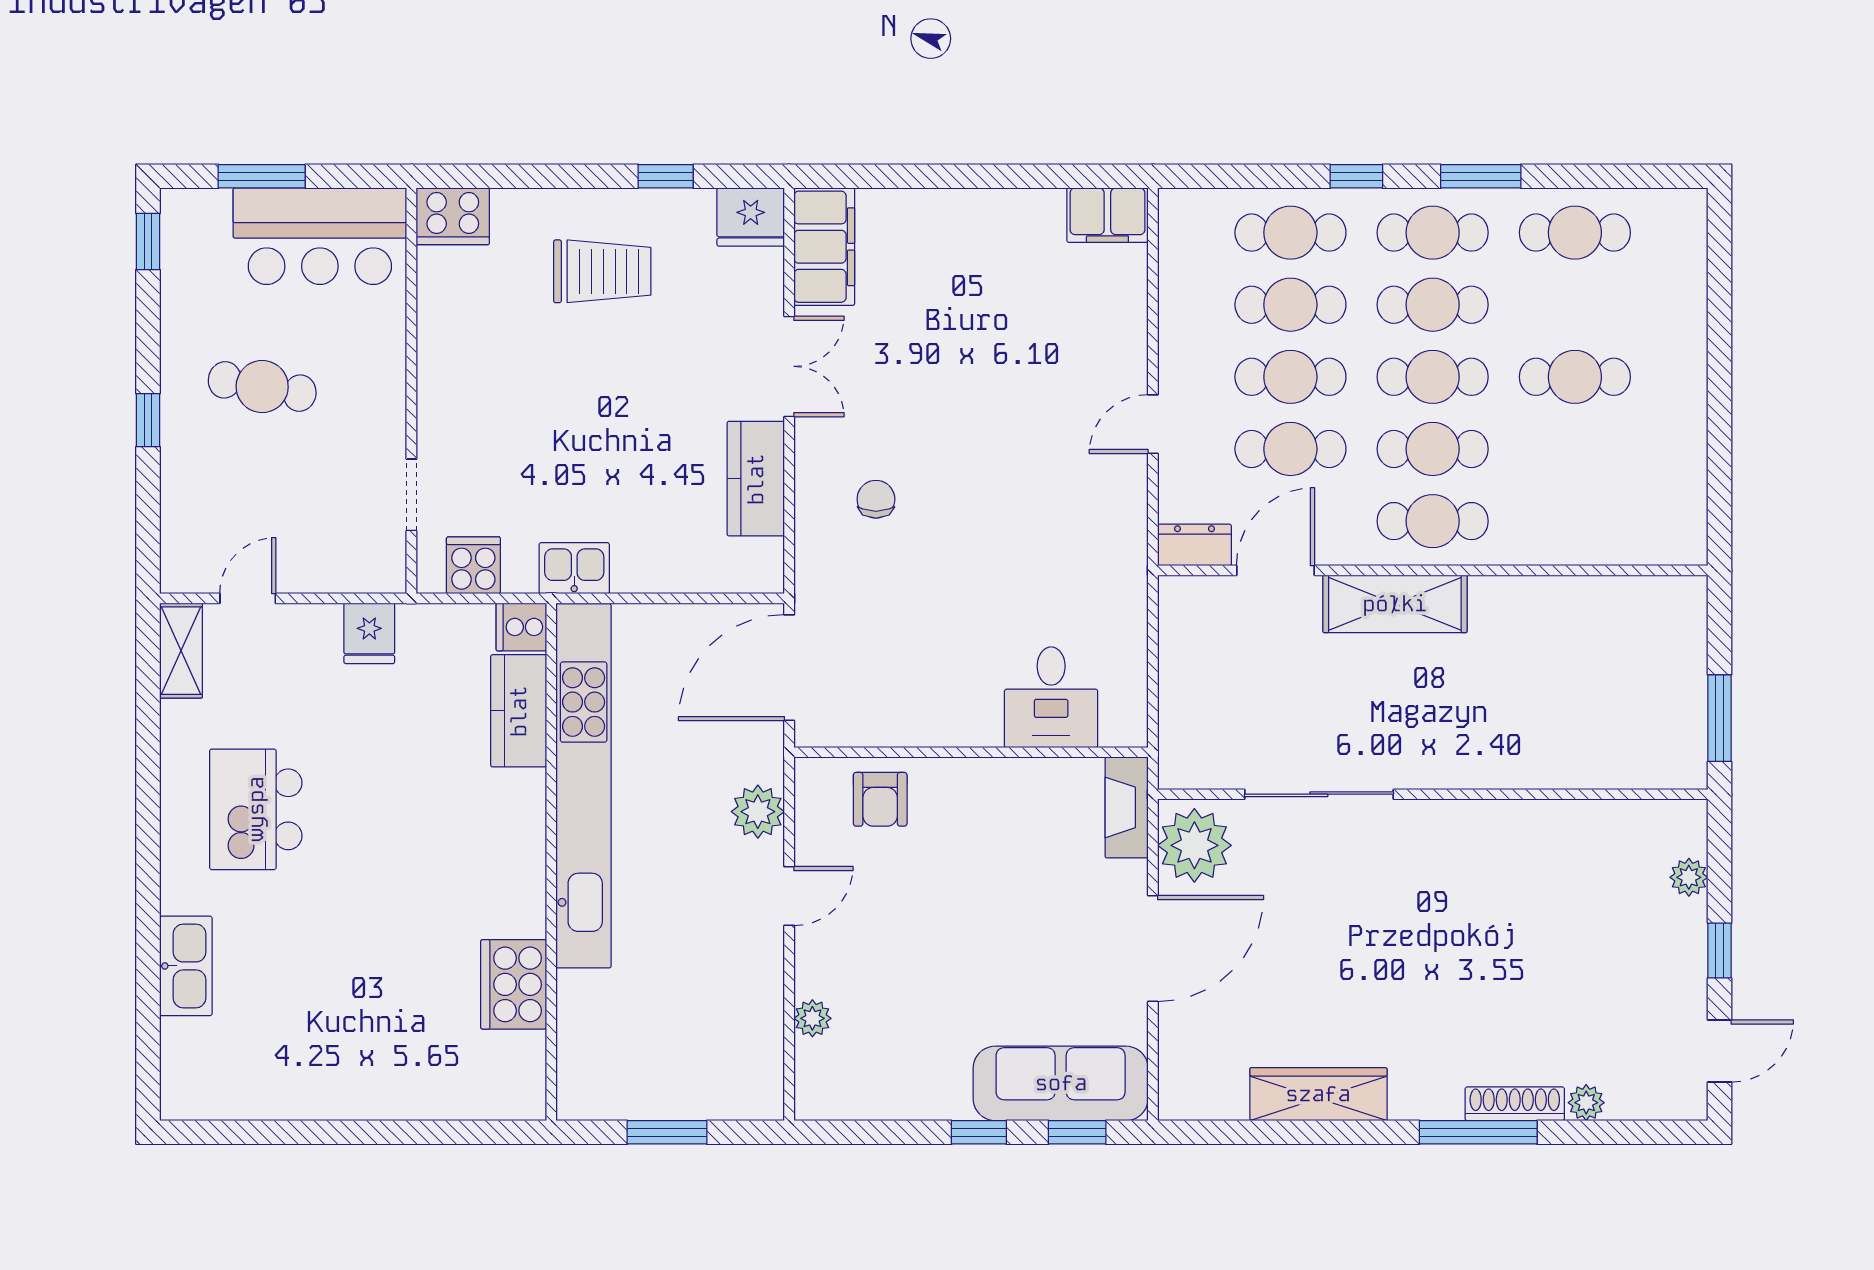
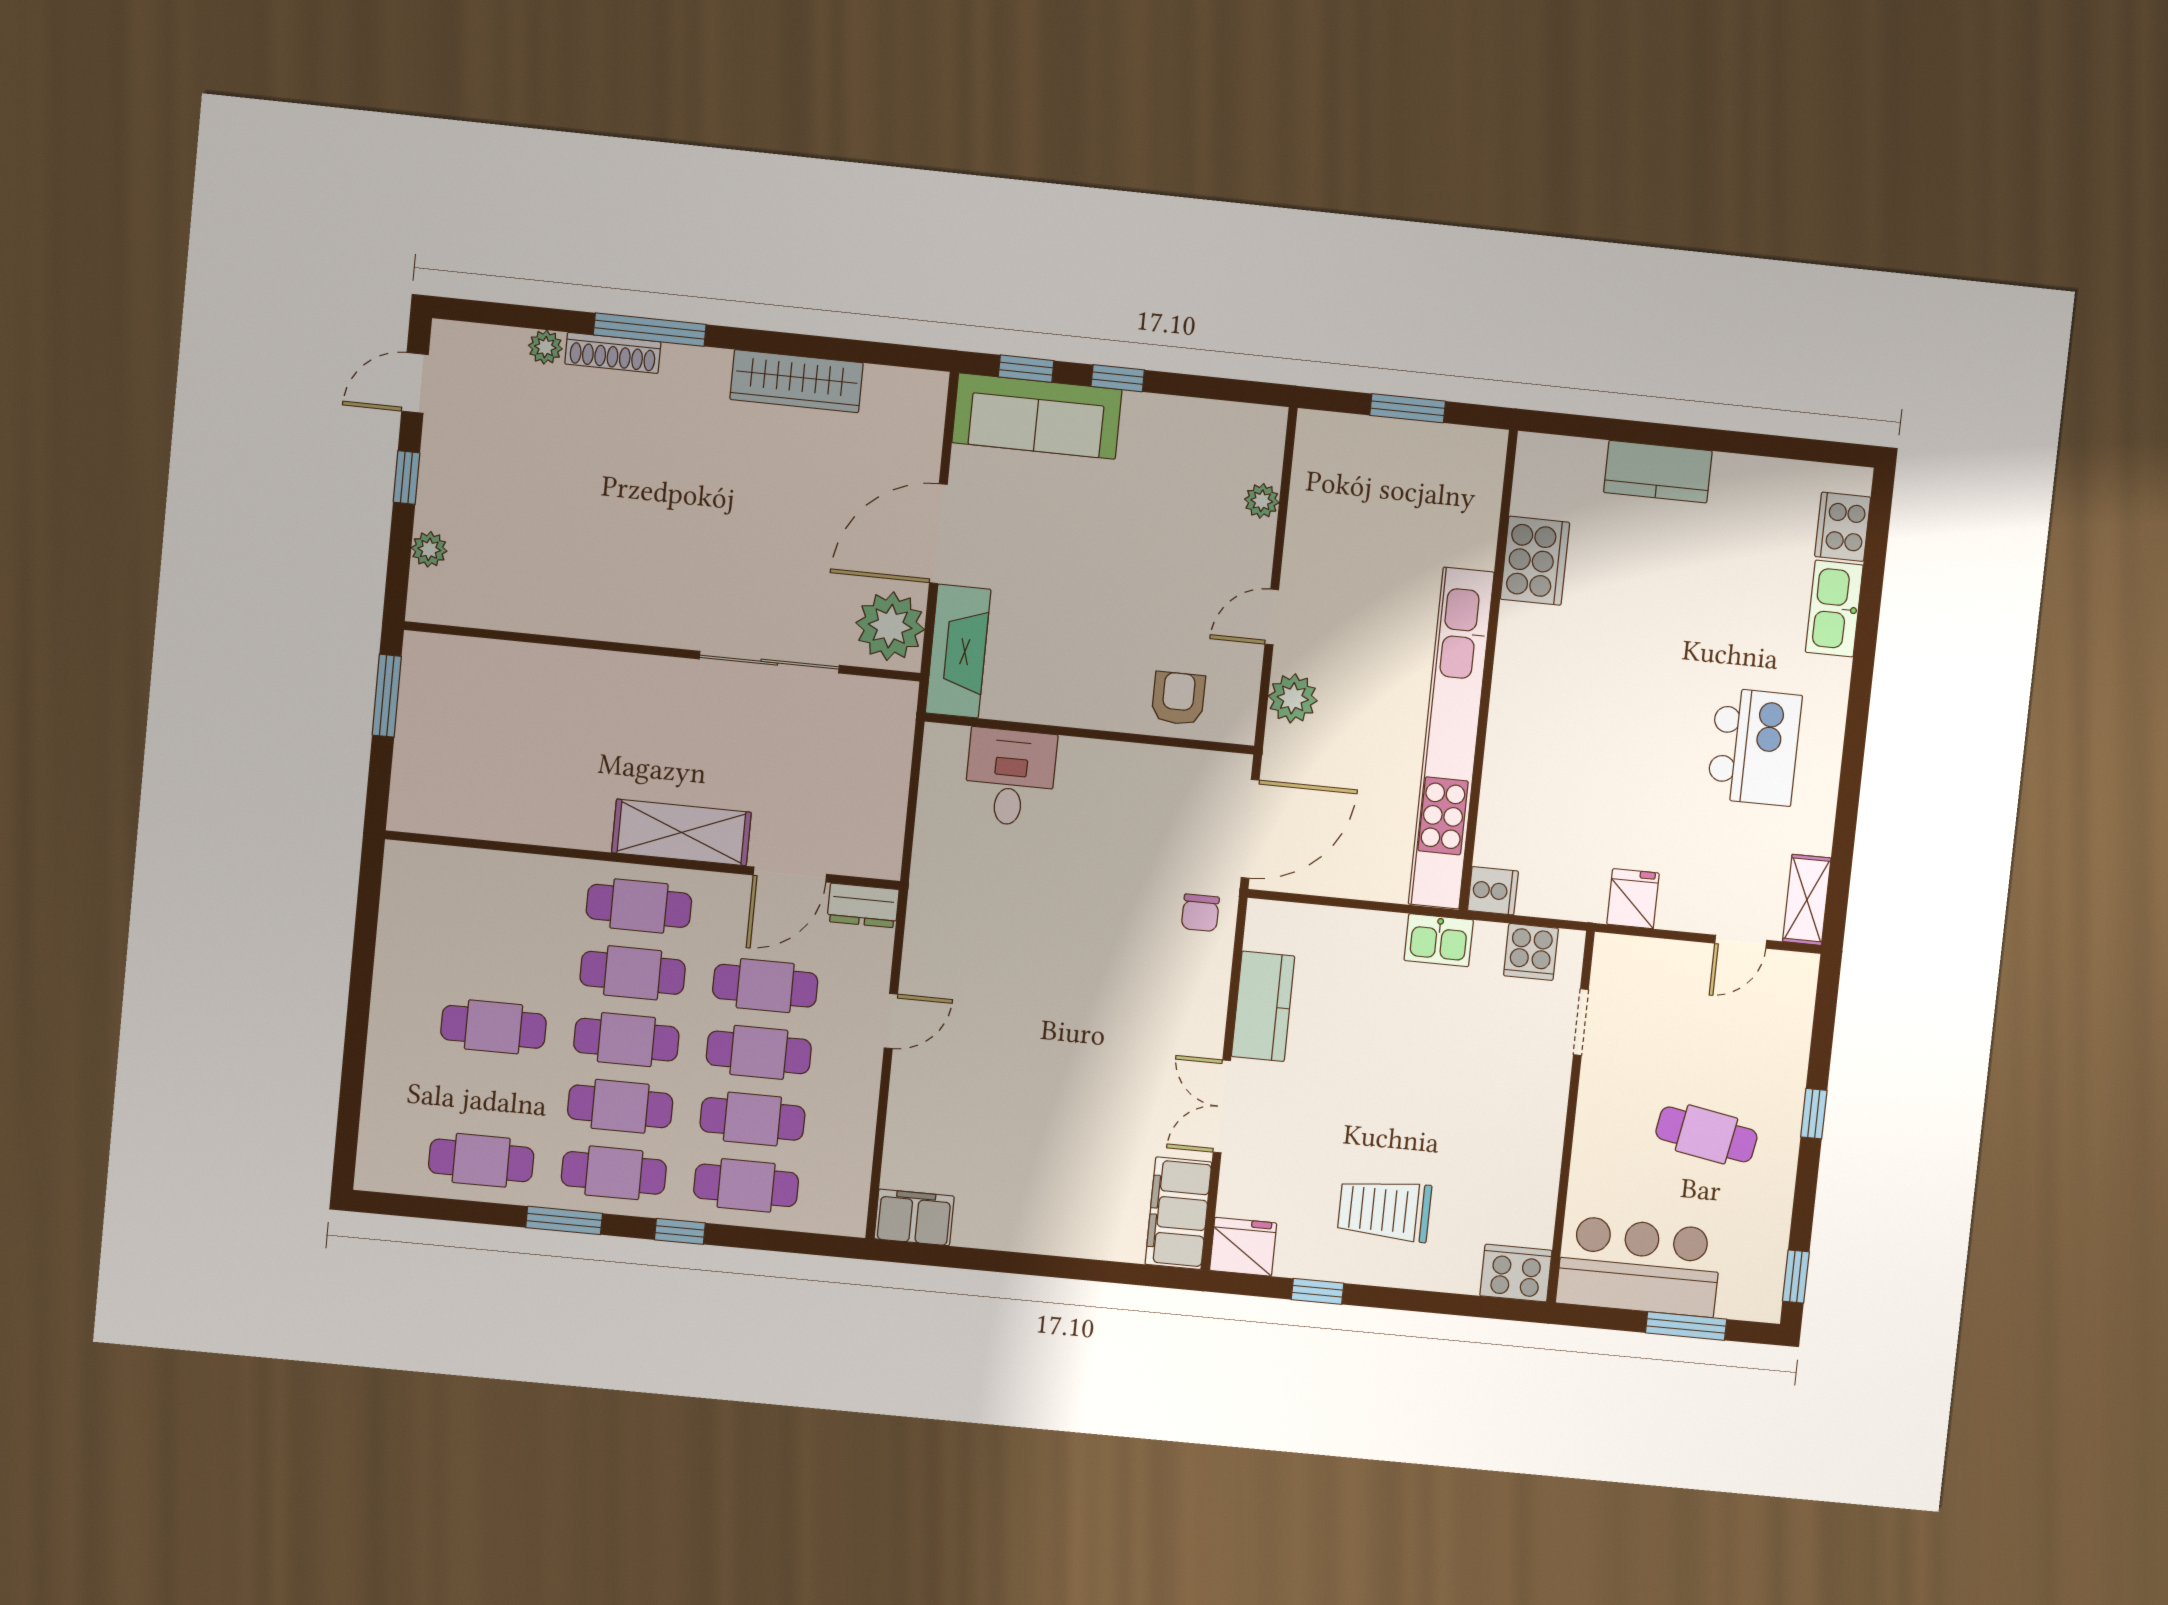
chair: (876, 499) -> (1200, 913), moved
kitchen counter: (519, 711) -> (1658, 472), moved, turned 90
fireplace: (1127, 807) -> (958, 651), width x1.37, depth x1.32
cooker: (186, 1054) -> (1843, 527), added

